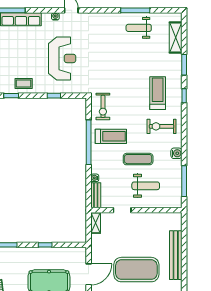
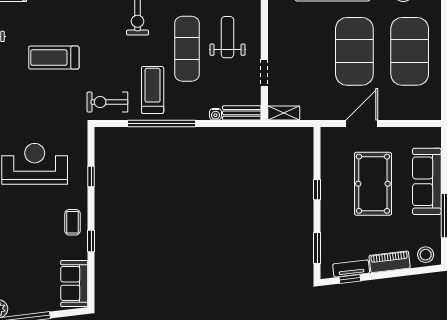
treadmill: (158, 93) -> (54, 58), moved
exercise bike: (103, 106) -> (107, 102), turned 180
exercise mat: (138, 159) -> (187, 49), width x1.36, depth x1.45
door: (89, 274) -> (362, 124), hinge flipped

